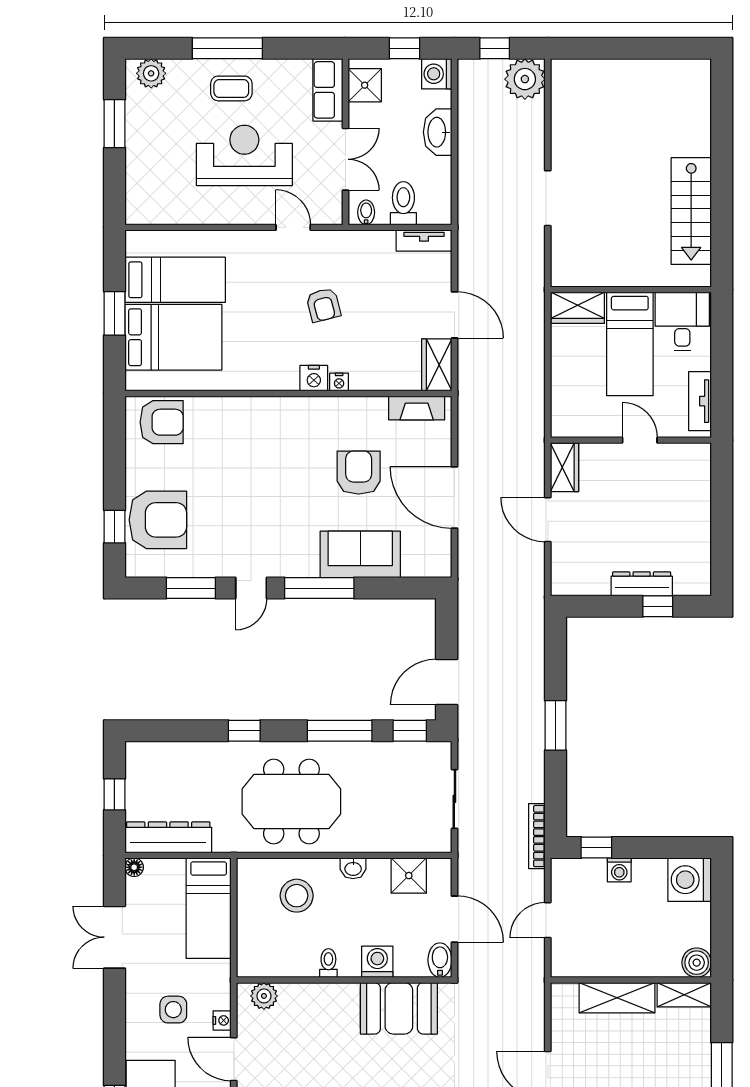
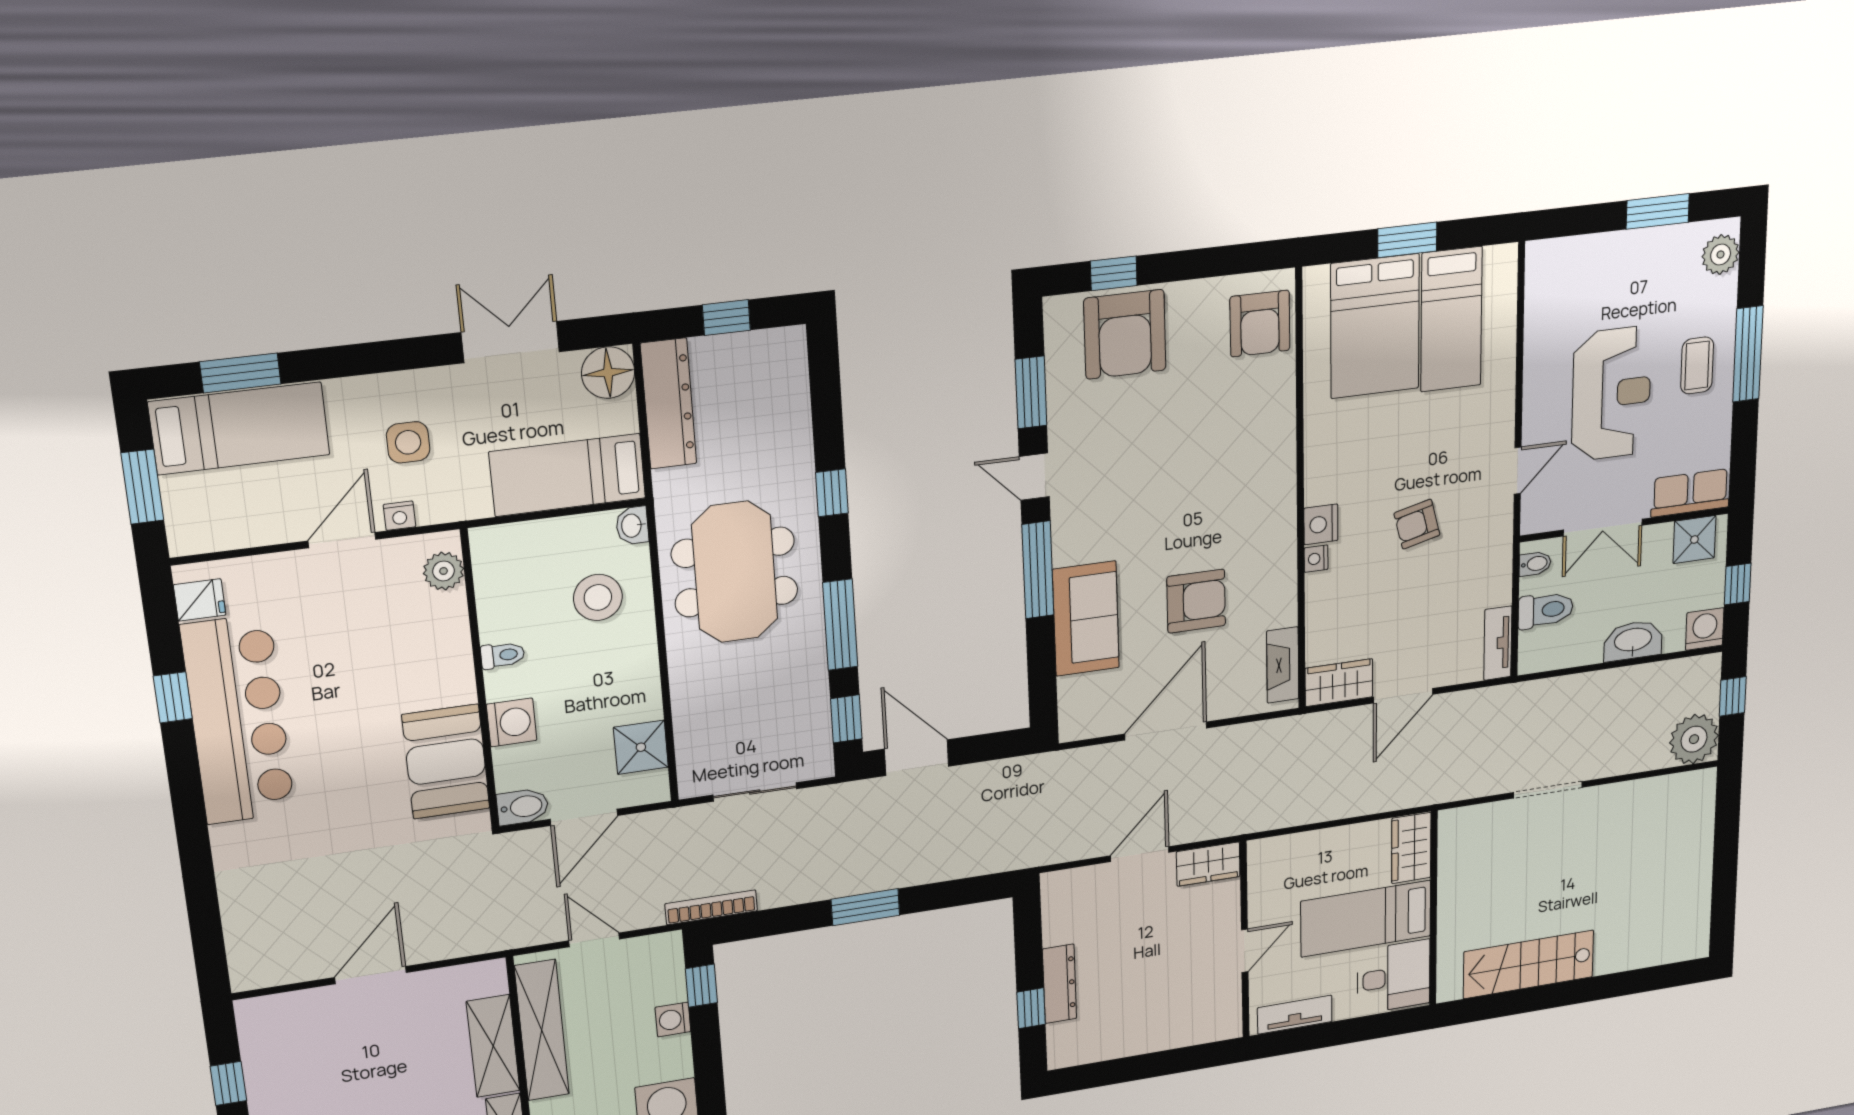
floor lamp: (134, 867) -> (608, 373), width x1.89, depth x1.89
washbasin: (353, 868) -> (632, 526), moved
shelving: (611, 963) -> (542, 1030), added

